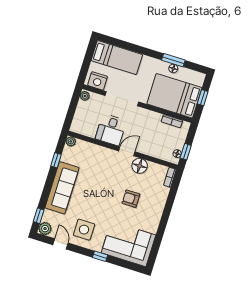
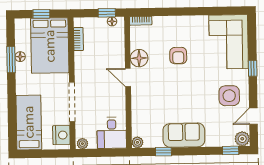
desk: (111, 130) -> (112, 133), moved, turned 90
sofa: (62, 188) -> (184, 135), width x0.73

